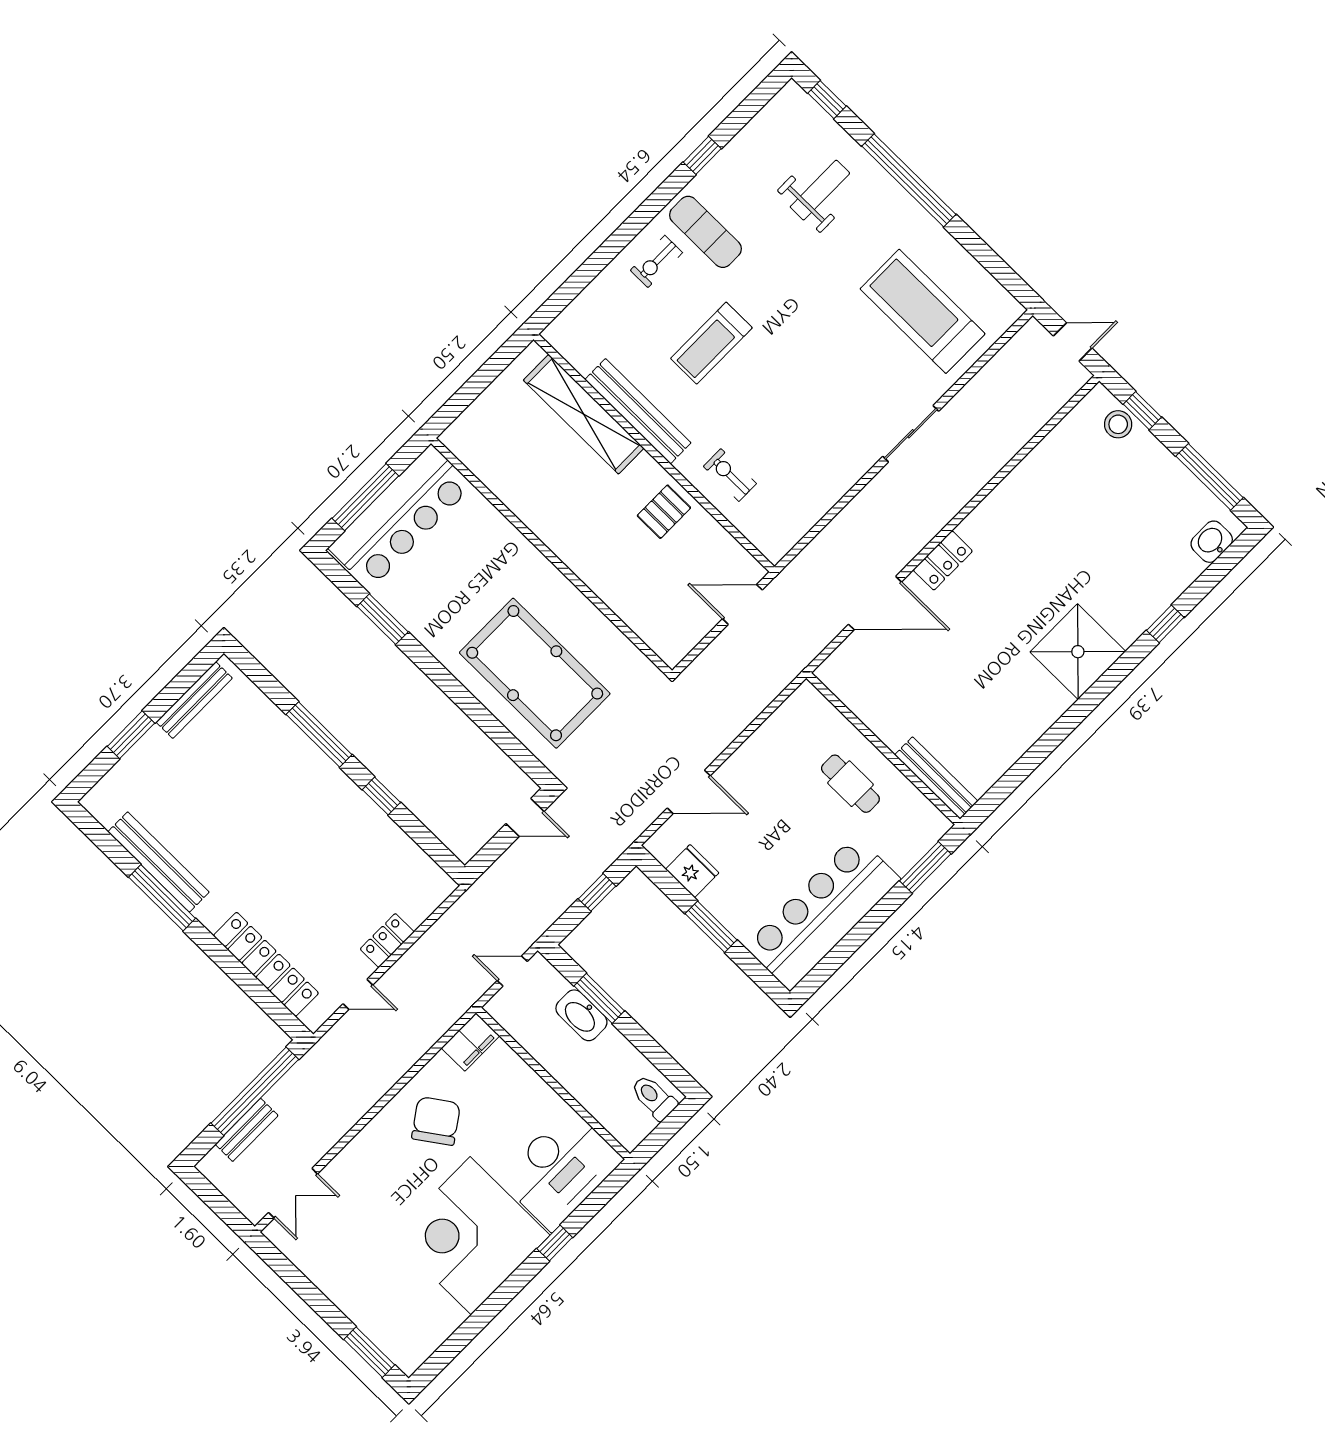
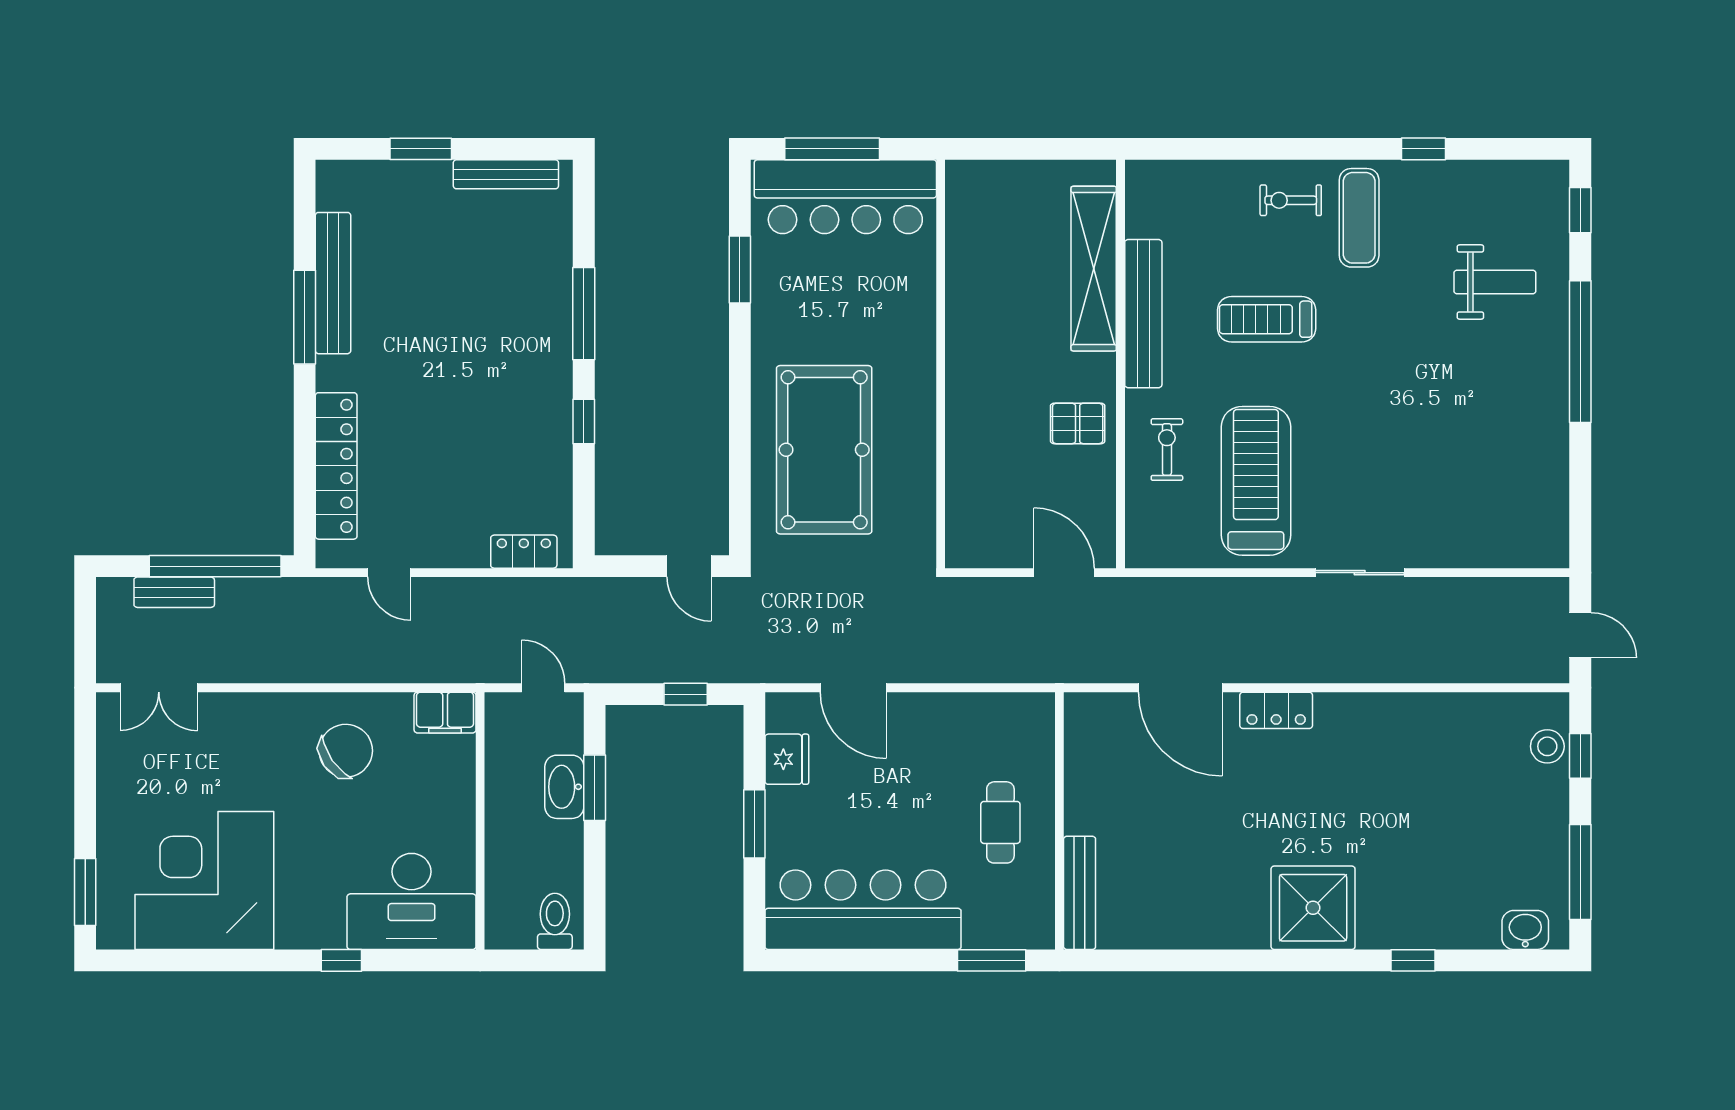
treadmill: (923, 311) -> (1256, 481), moved
locker: (387, 940) -> (524, 552), moved
corner desk: (471, 1236) -> (204, 880), moved

